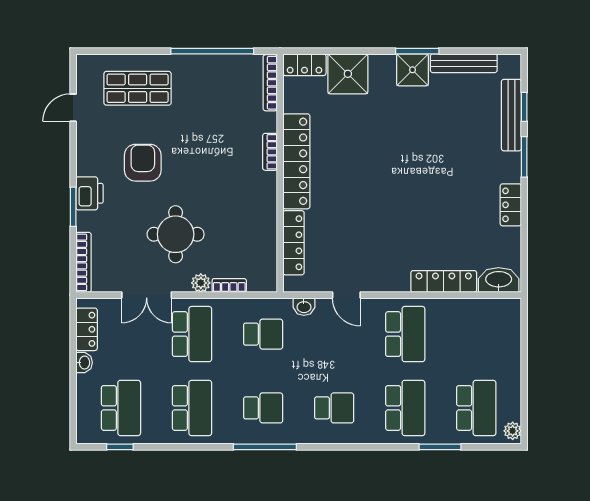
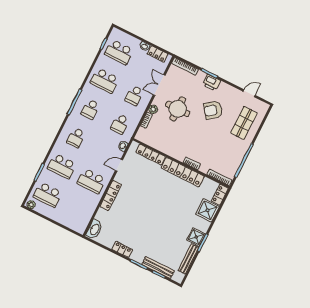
door: (73, 108) -> (249, 93), hinge flipped
armchair: (143, 163) -> (213, 110), turned 143
locker: (444, 281) -> (111, 195), moved
school desk: (192, 334) -> (134, 95), width x0.54

